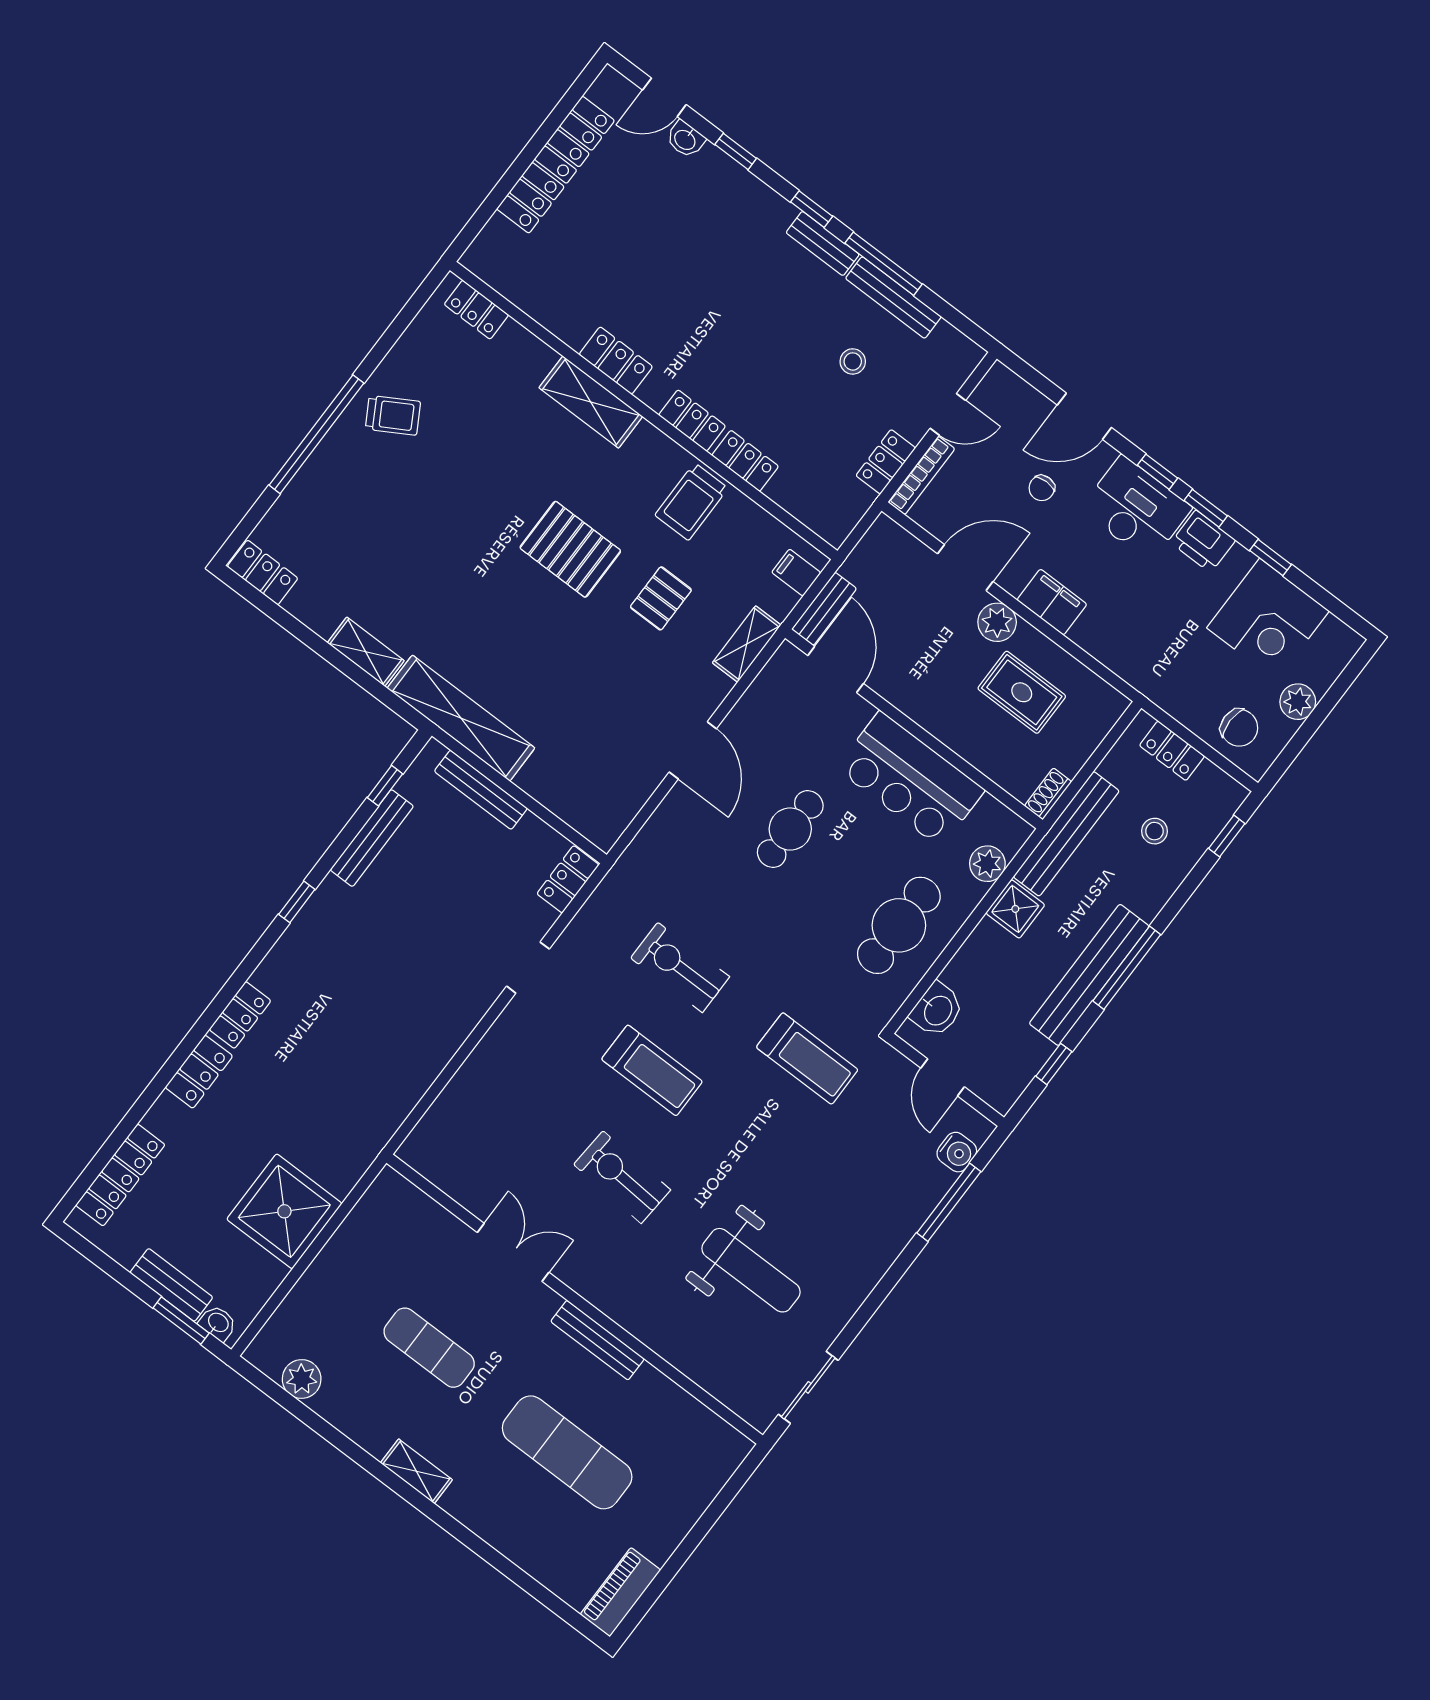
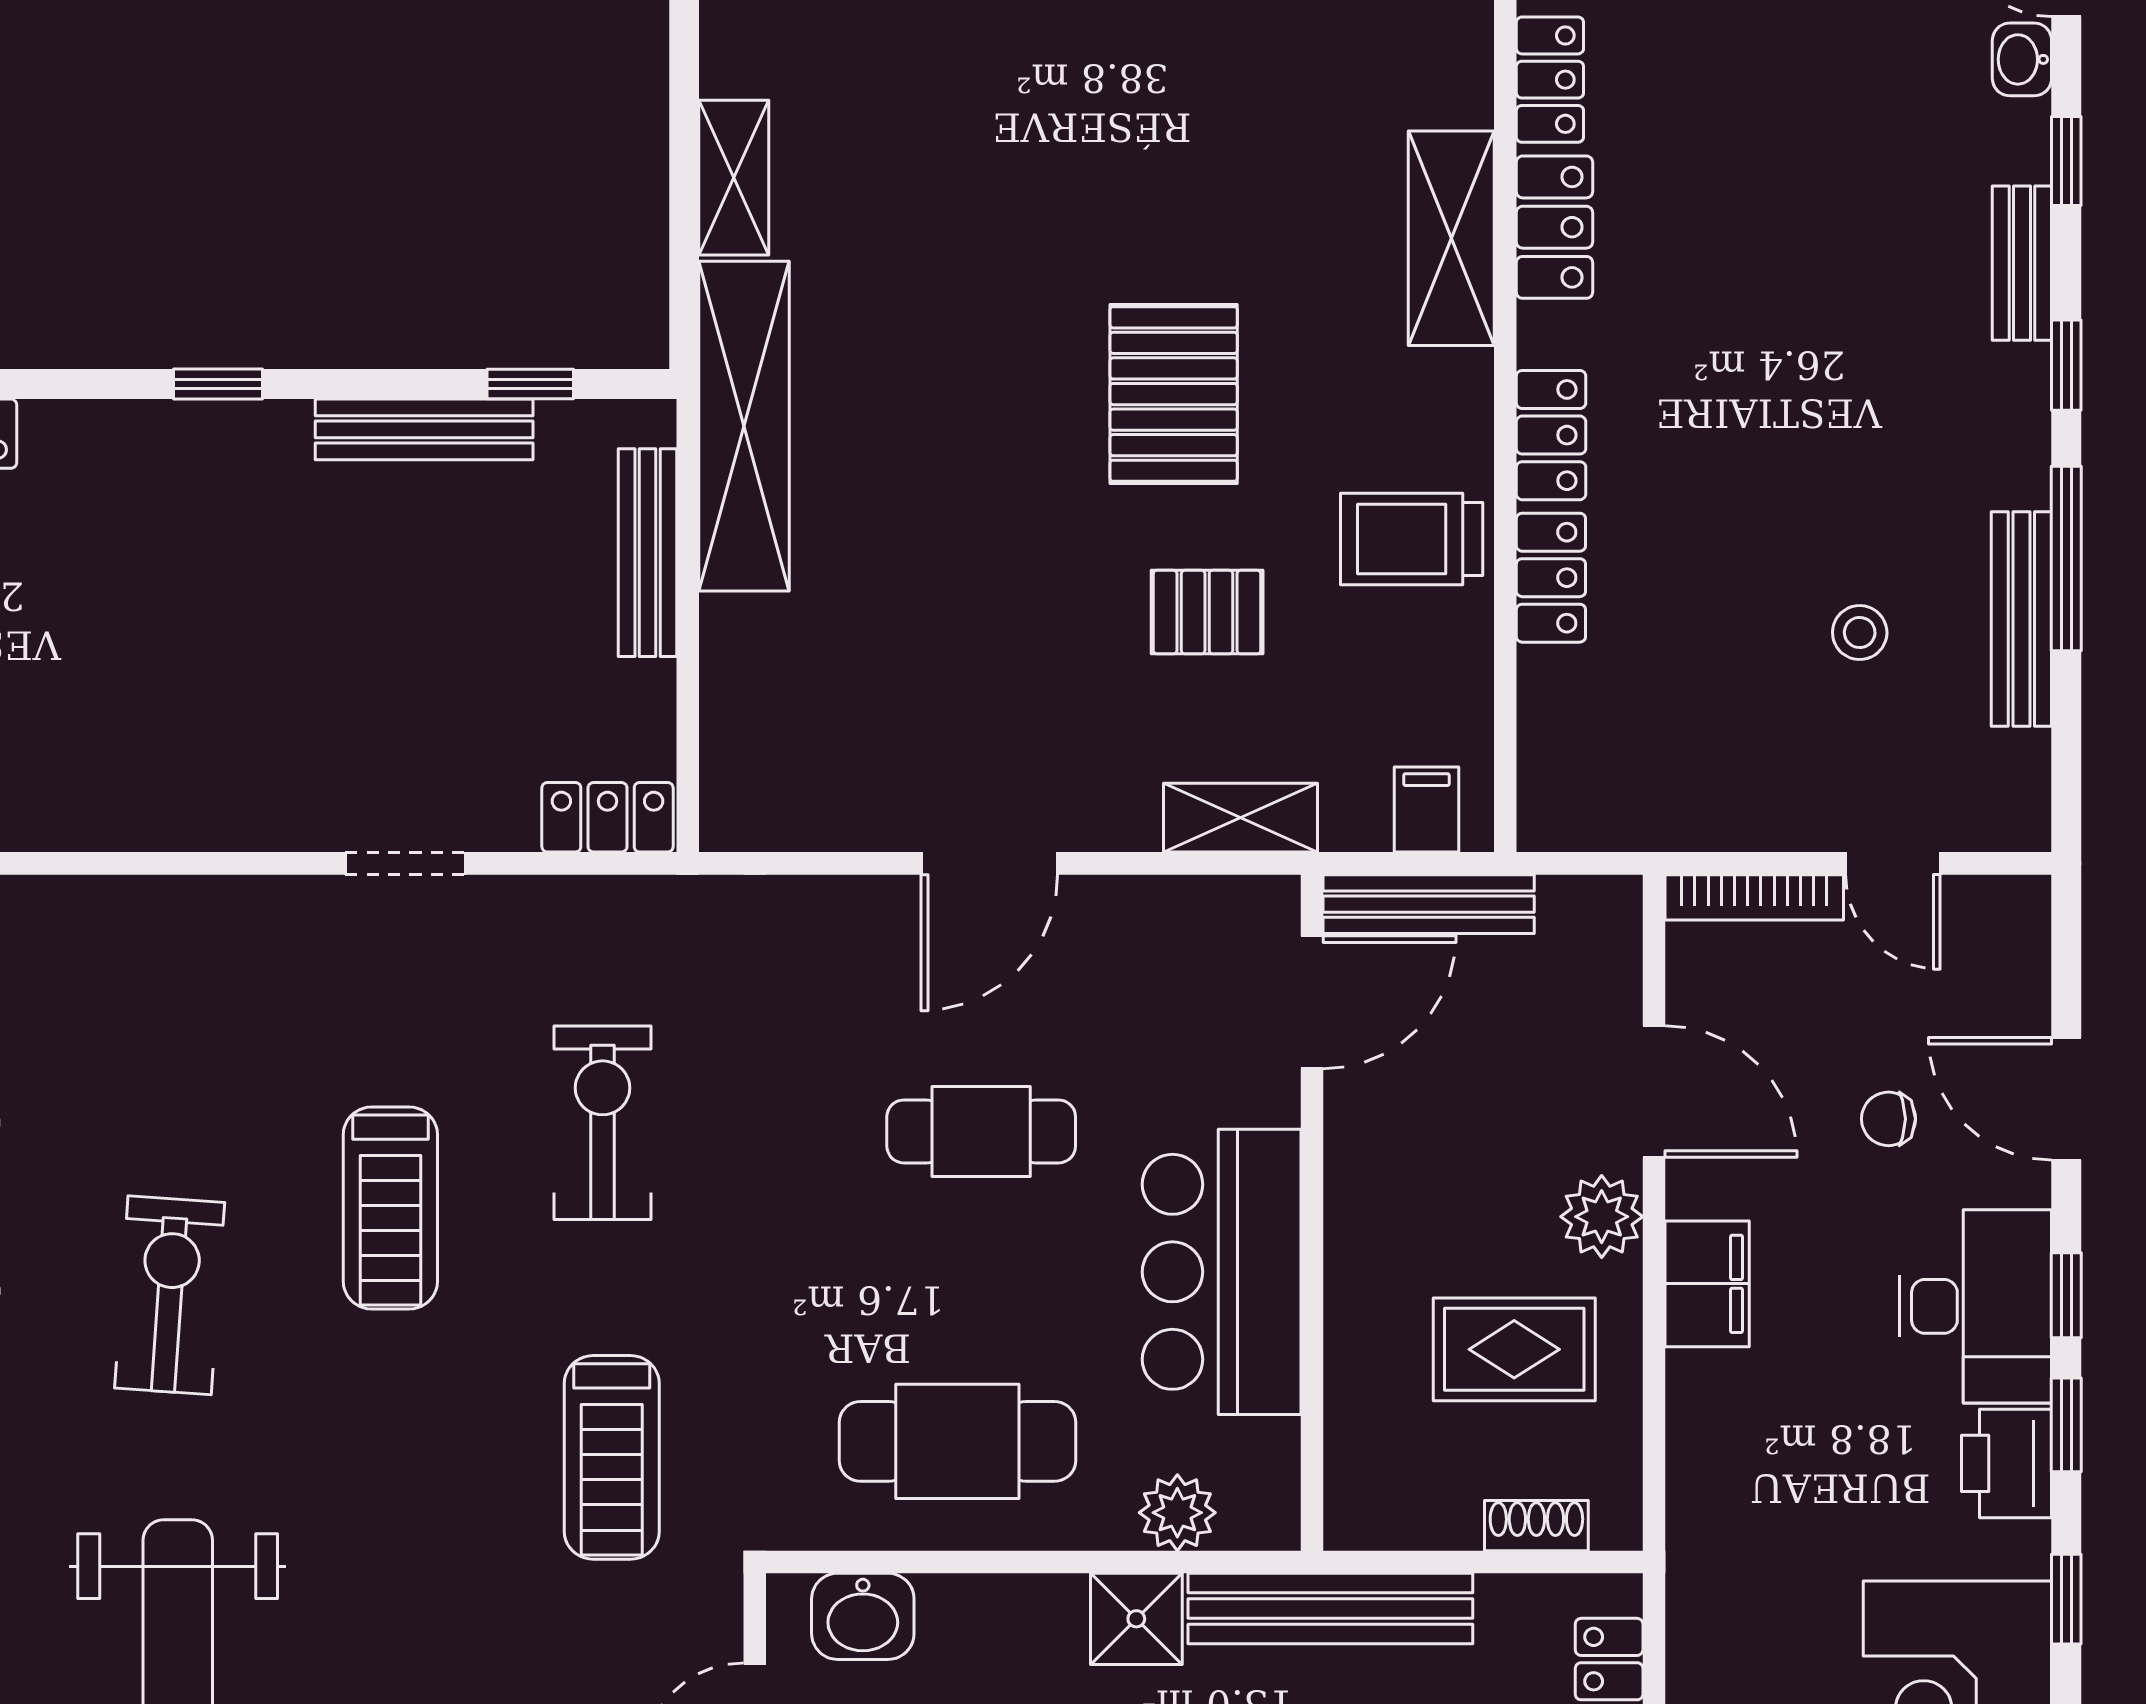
bench: (823, 243) -> (2022, 263), moved
locker: (886, 462) -> (1550, 80), moved, turned 90
bench: (824, 609) -> (1429, 904), width x1.36
rug: (1022, 692) -> (1514, 1349), turned 90
shoe rack: (1048, 794) -> (1536, 1526), moved

